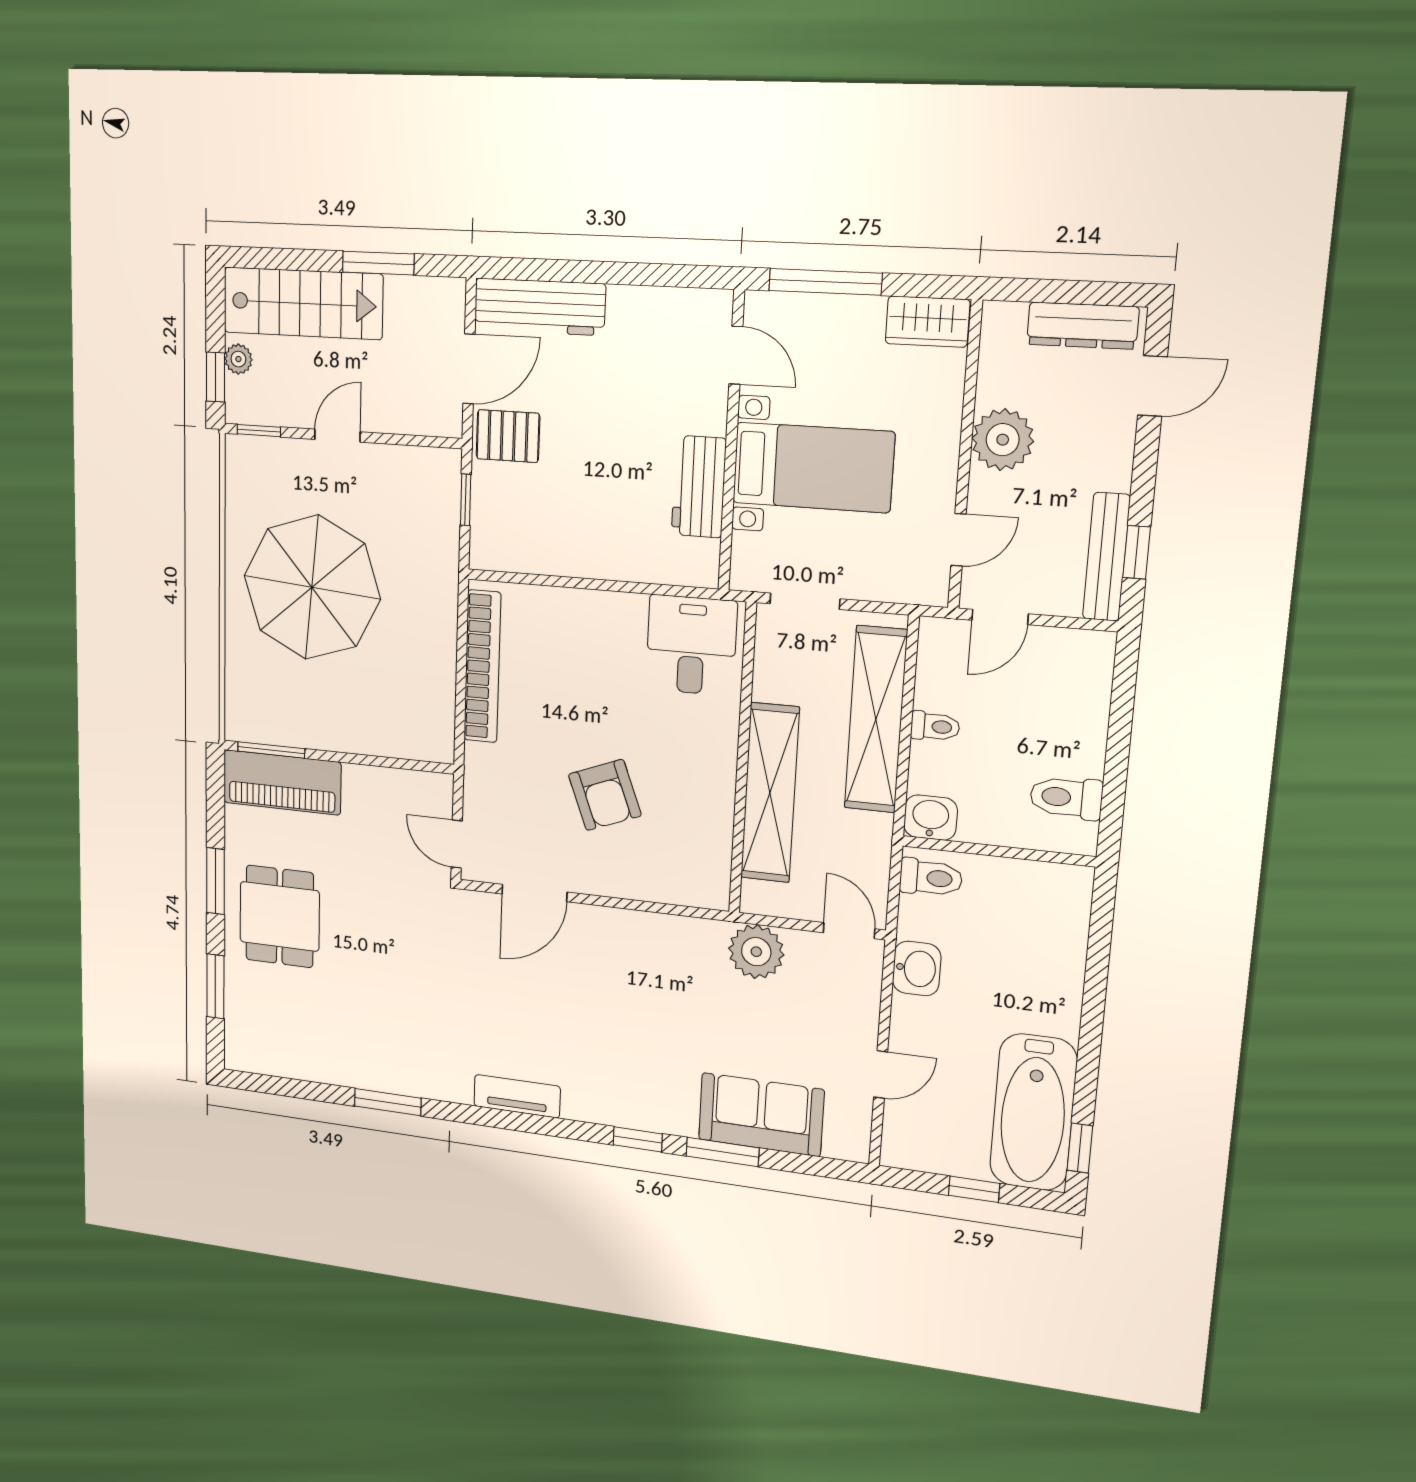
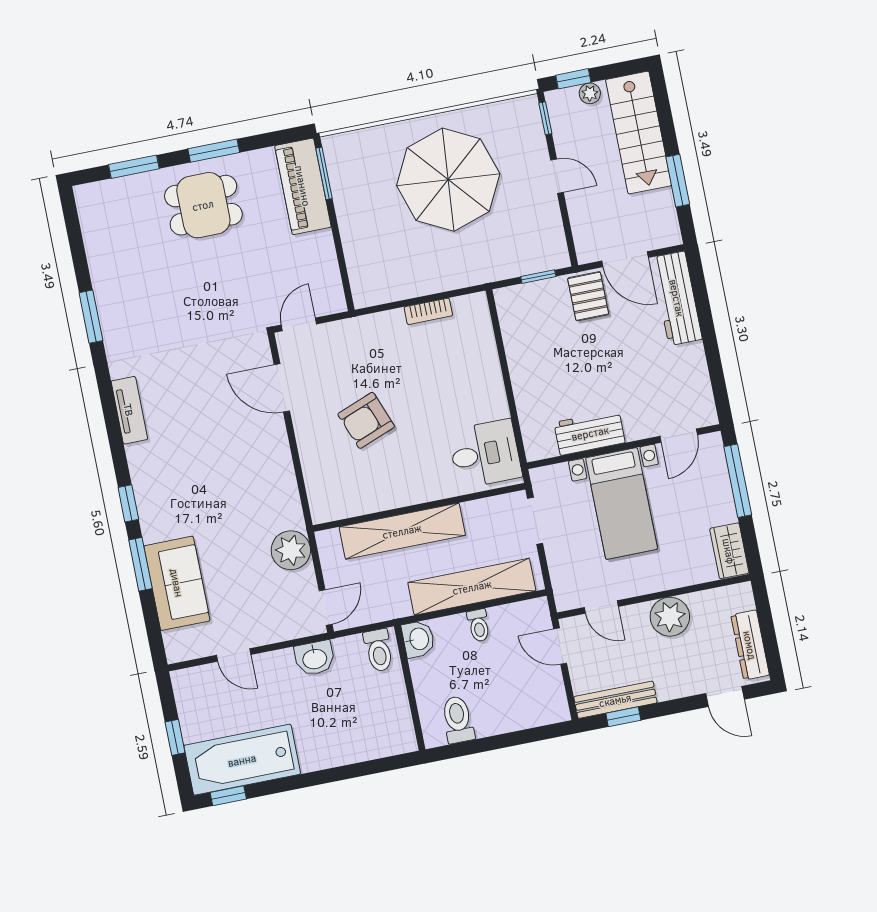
bookcase: (482, 667) -> (428, 311), width x0.43, depth x0.76

